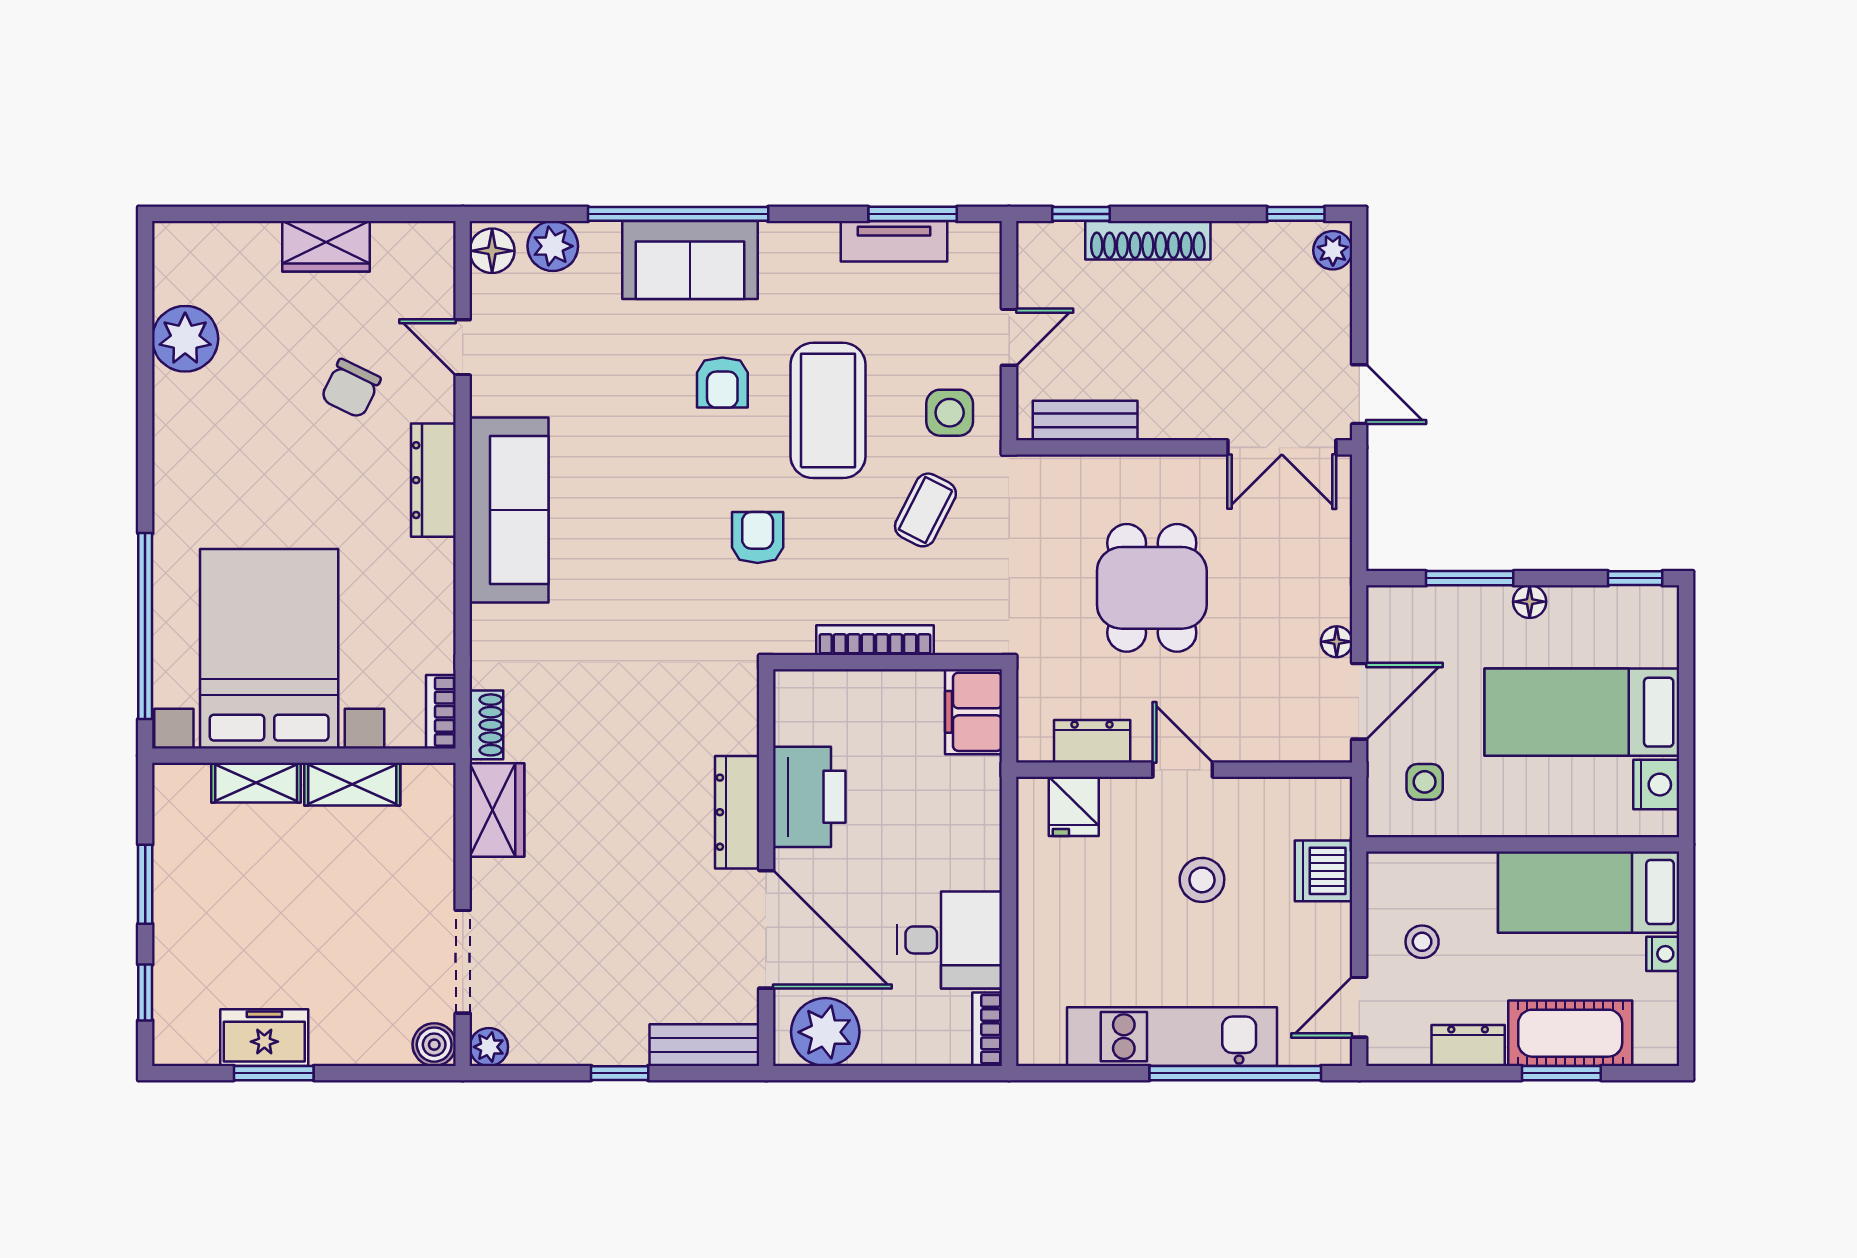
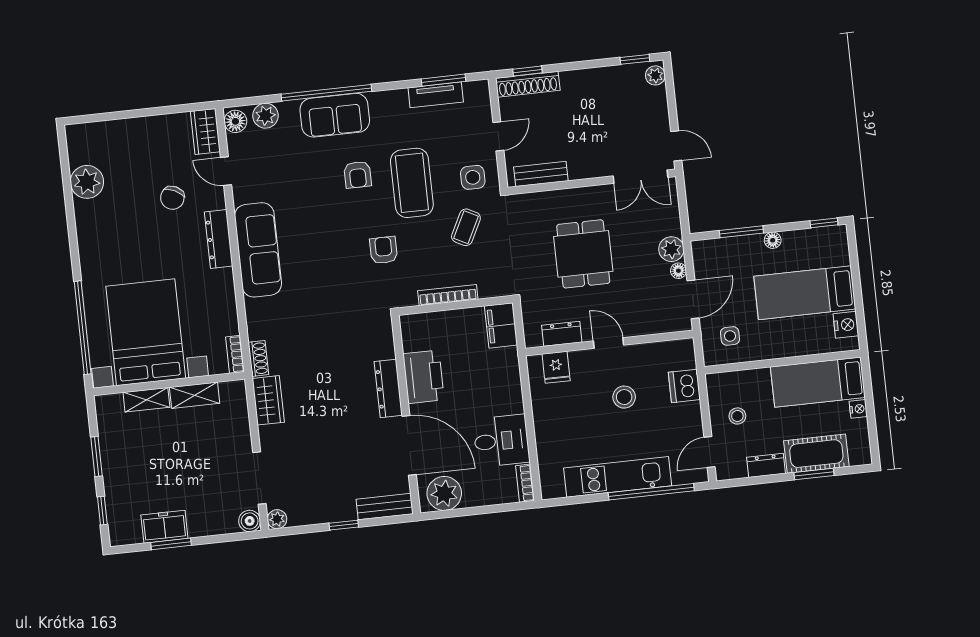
shoe rack: (1148, 240) -> (528, 84), moved
wardrobe: (326, 246) -> (205, 132), moved, turned 90
plant: (1327, 597) -> (671, 249), added

